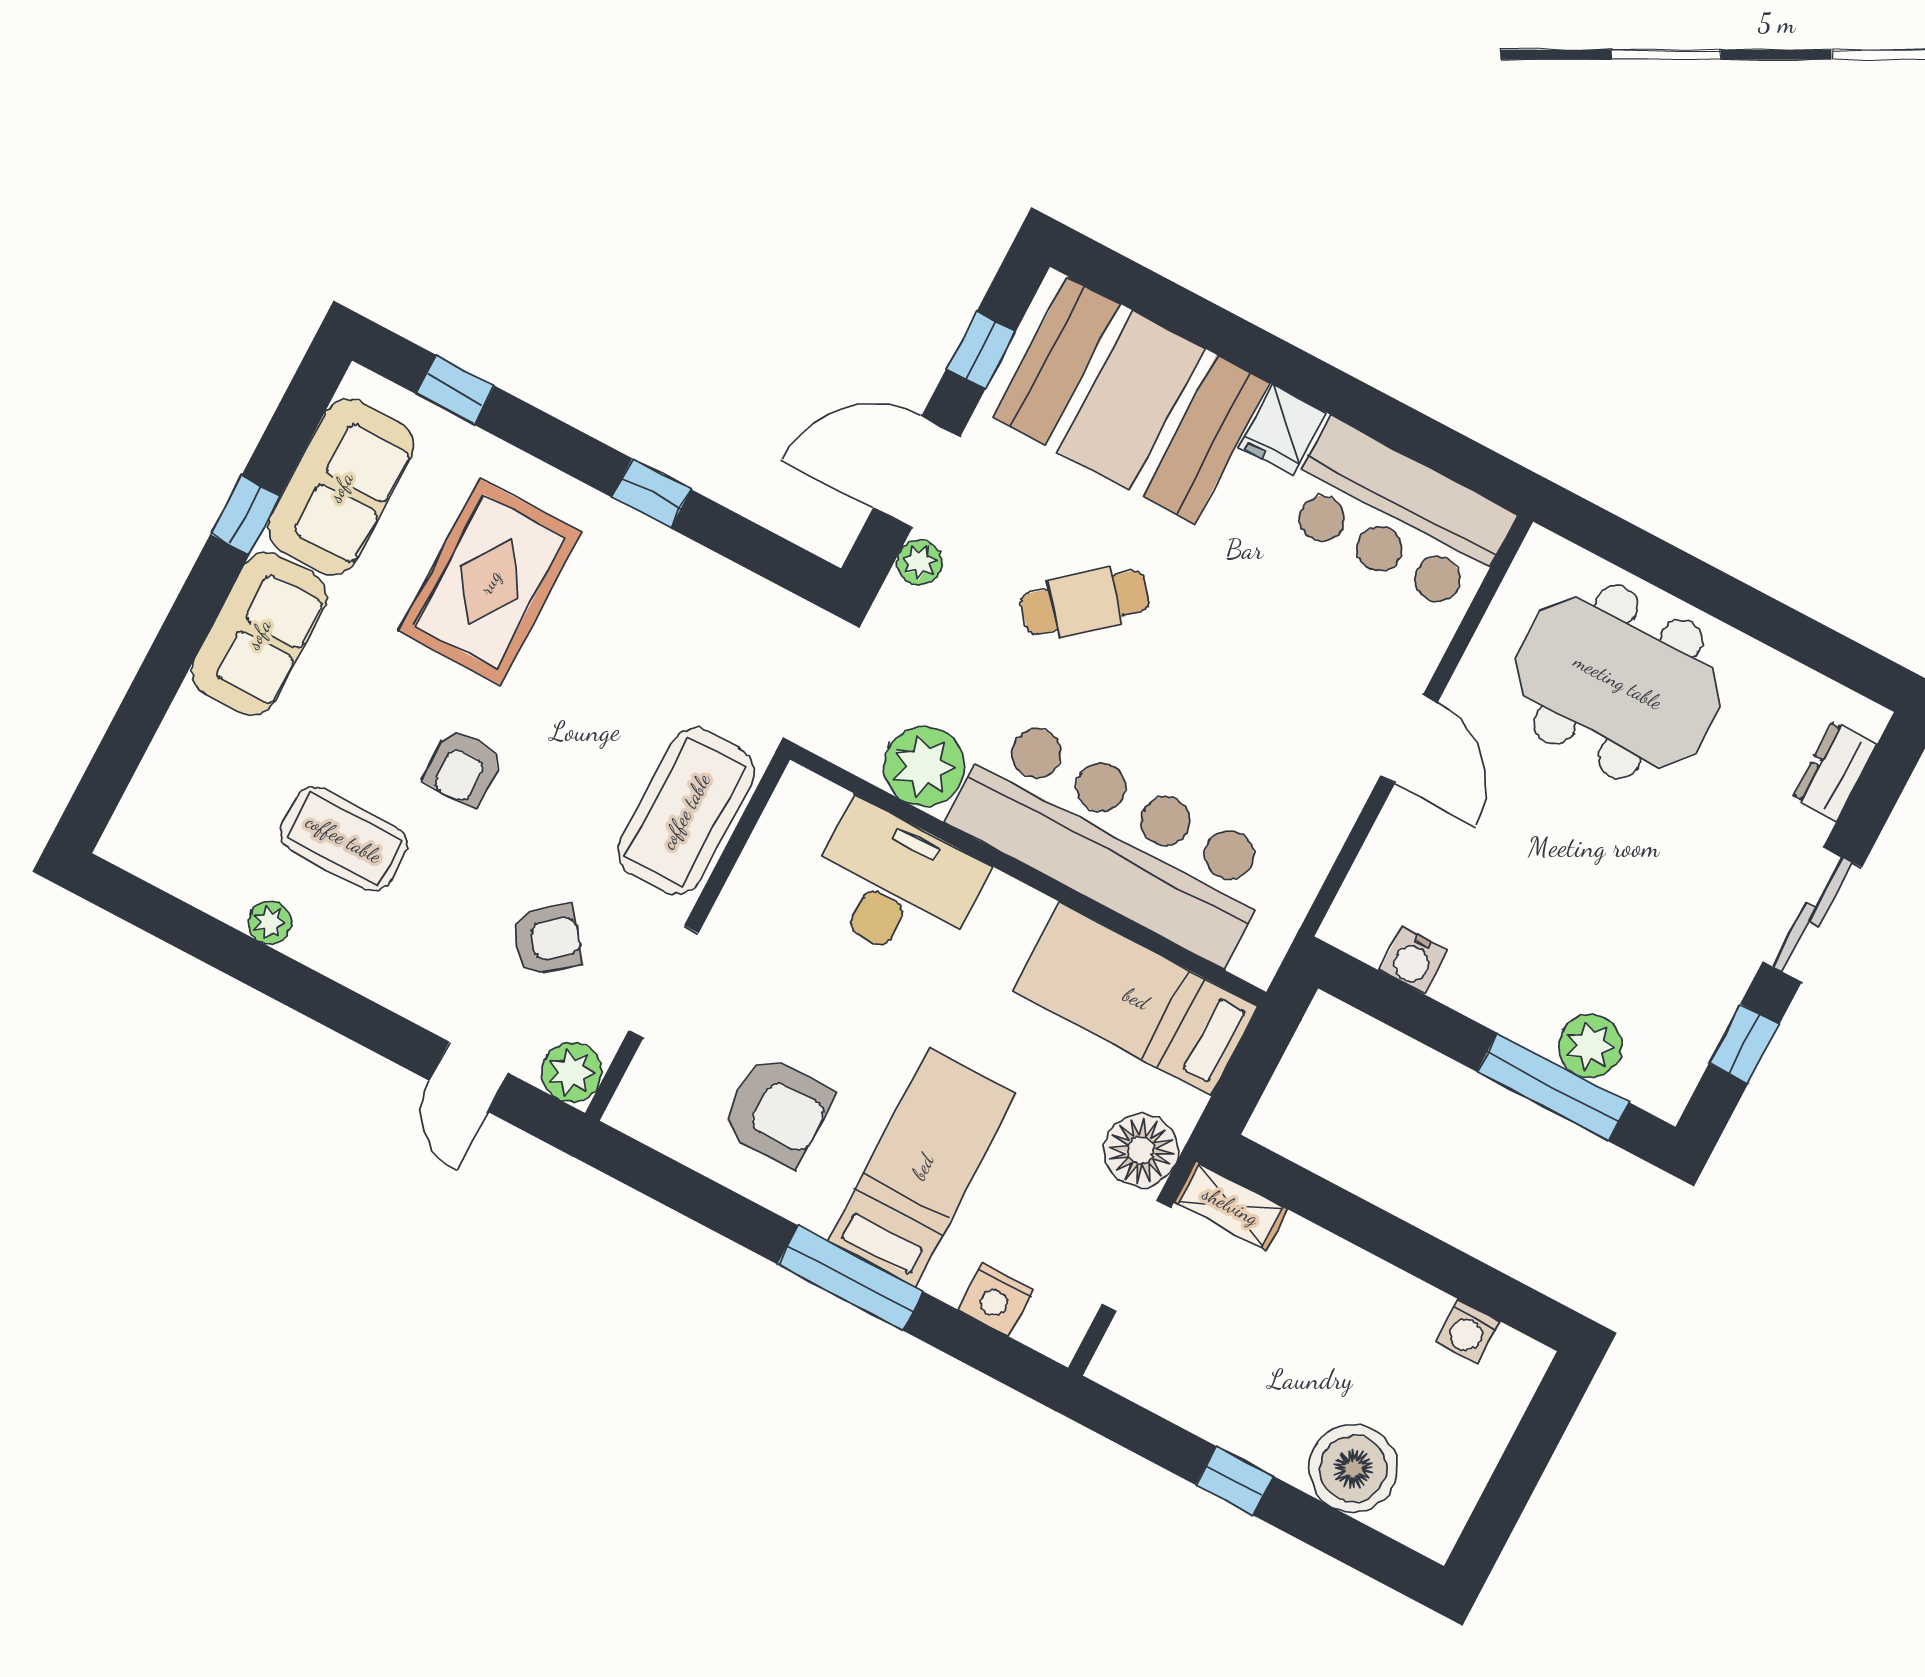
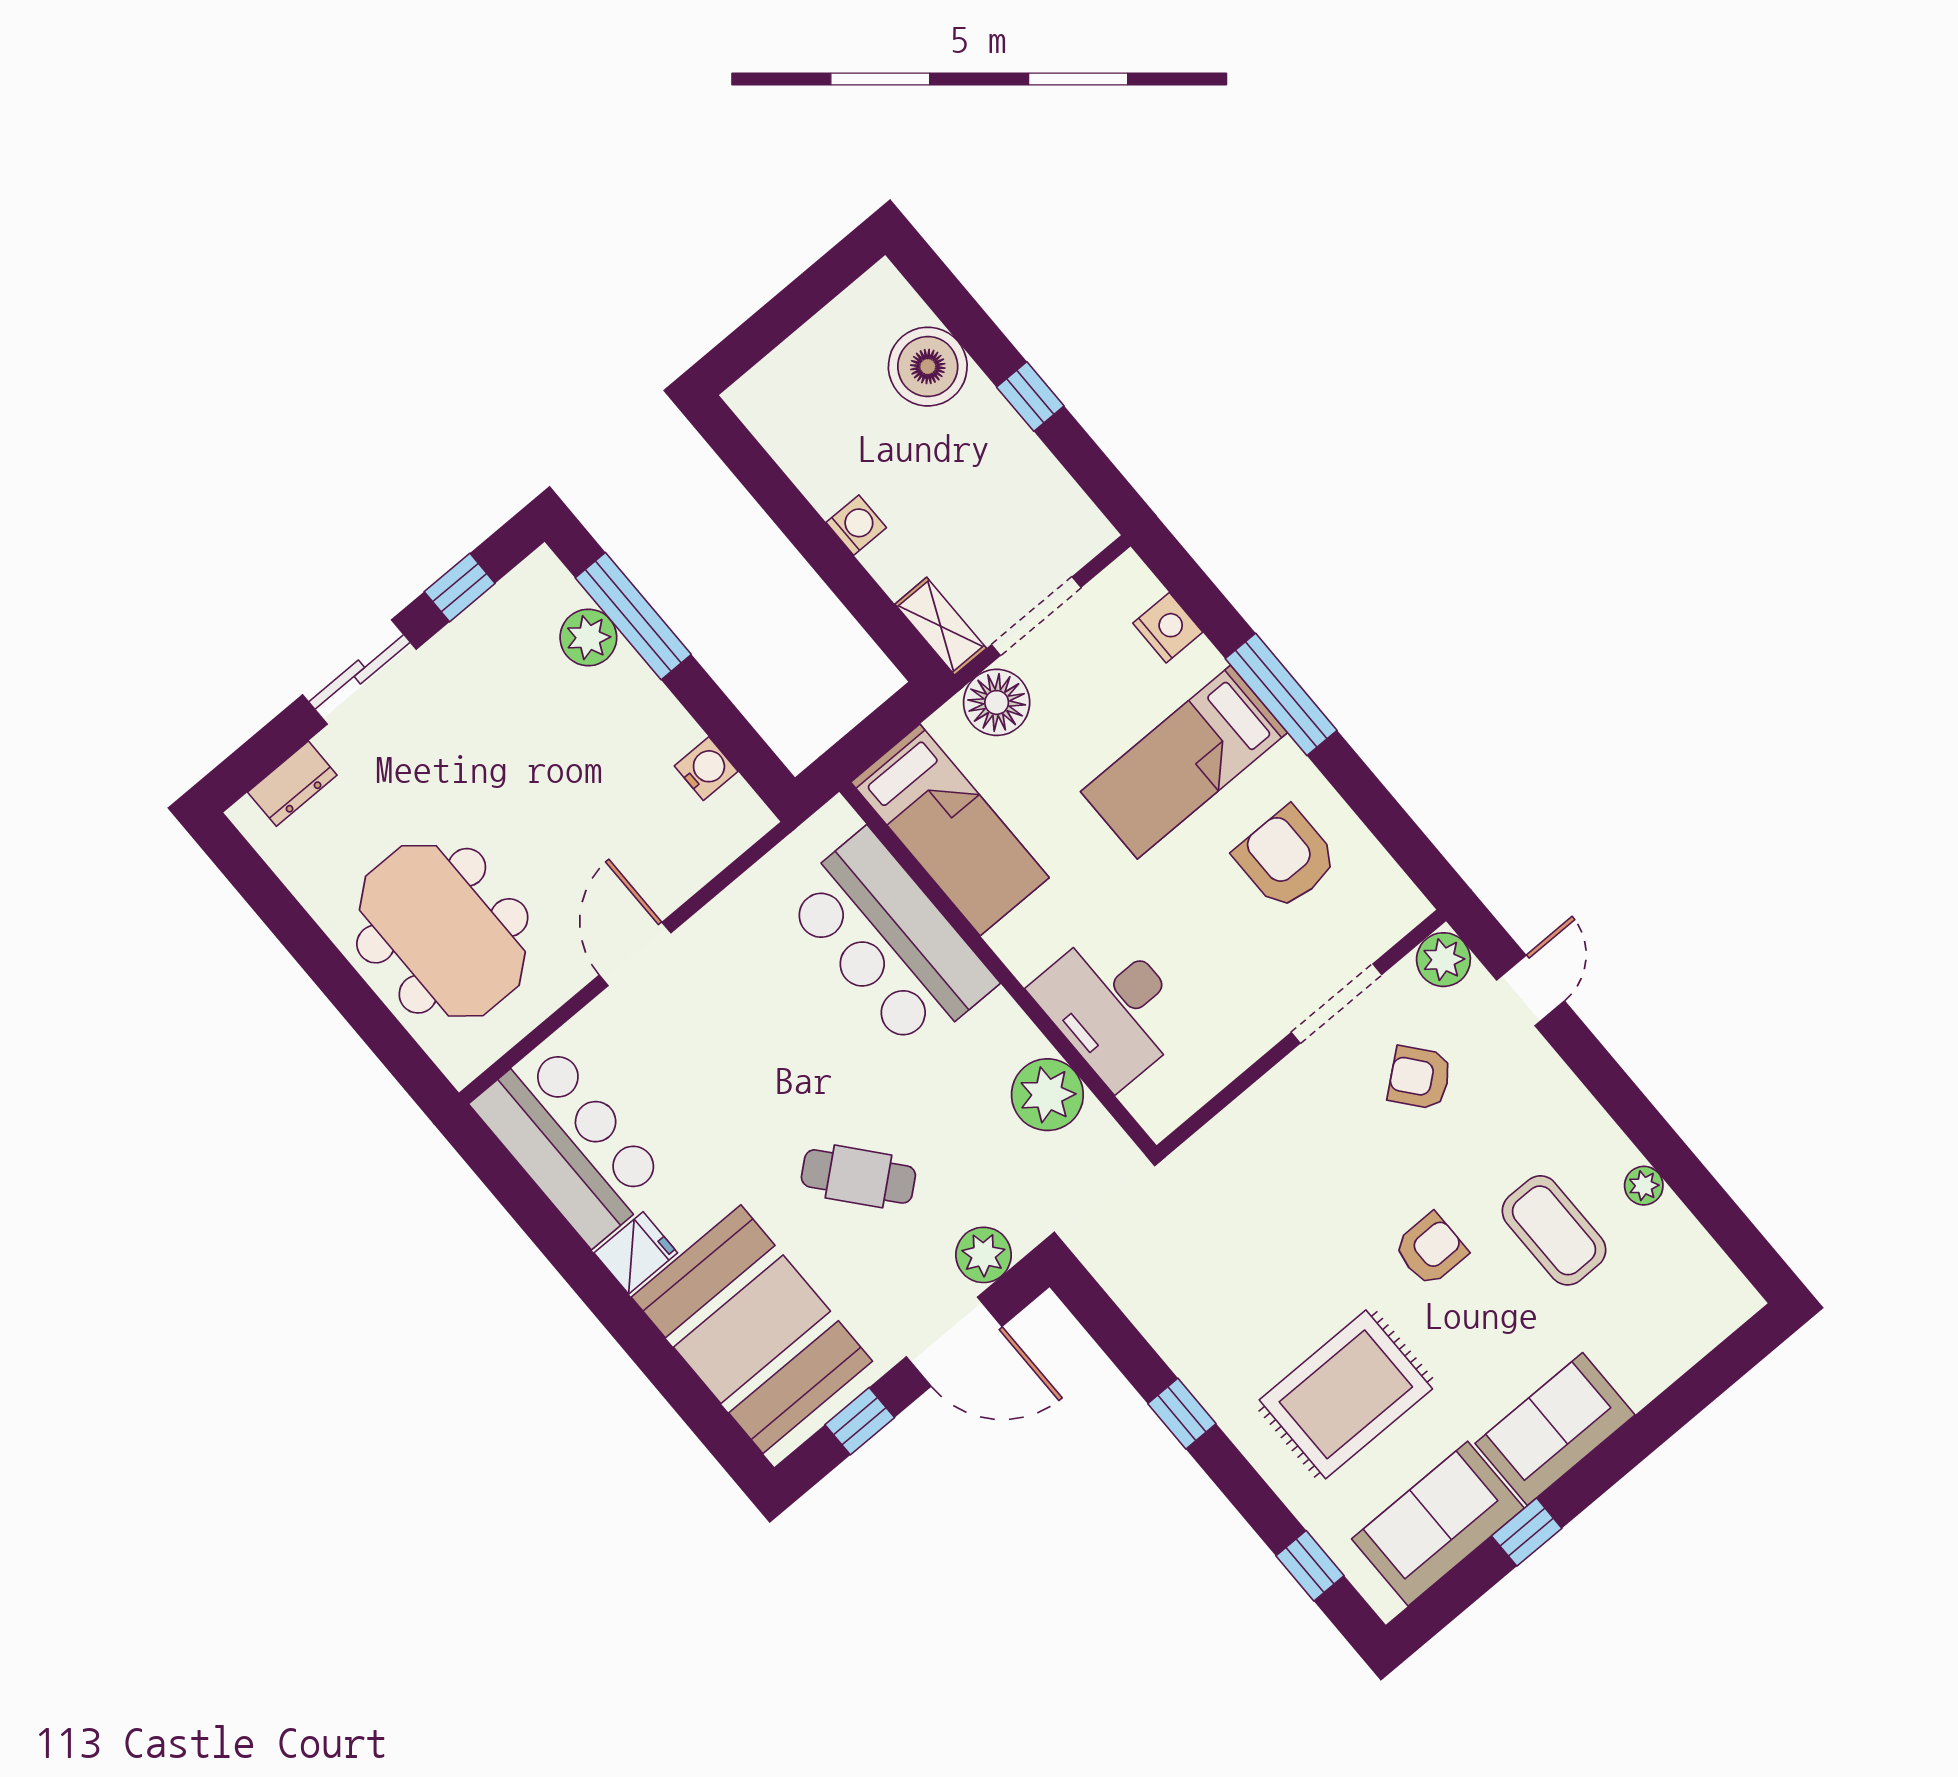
plant: (919, 563) -> (984, 1255), width x1.38, depth x1.38
coffee table: (686, 811) -> (1261, 1138), removed
bar counter: (1114, 839) -> (890, 941), width x0.73
washing machine: (1468, 1331) -> (856, 525), moved

